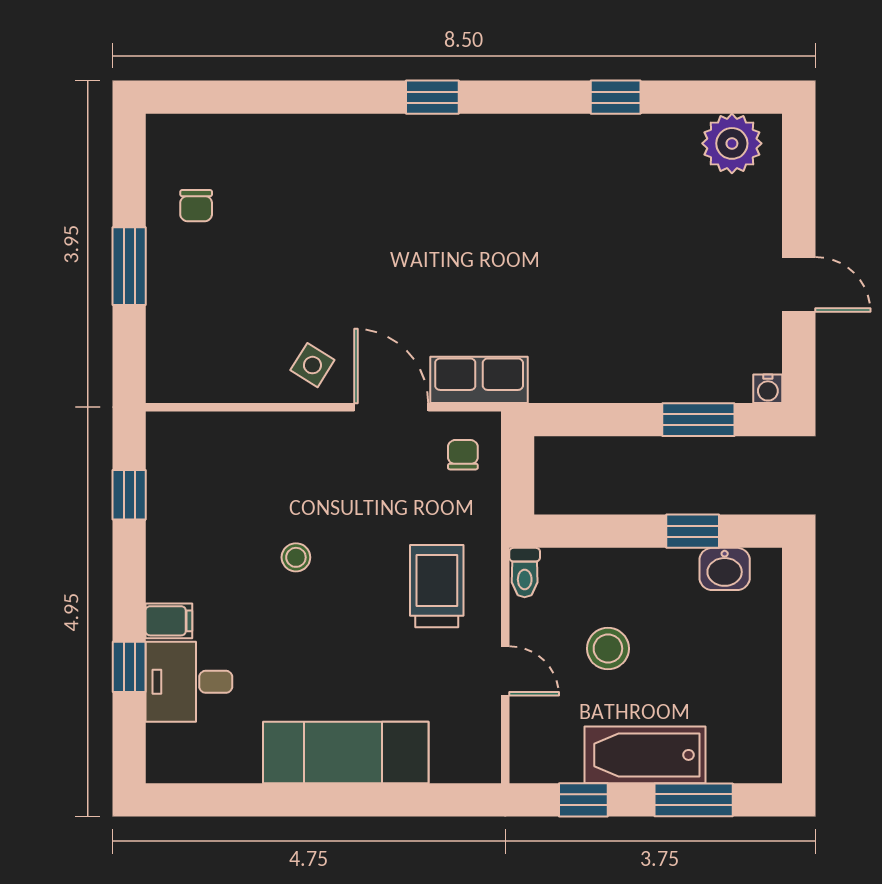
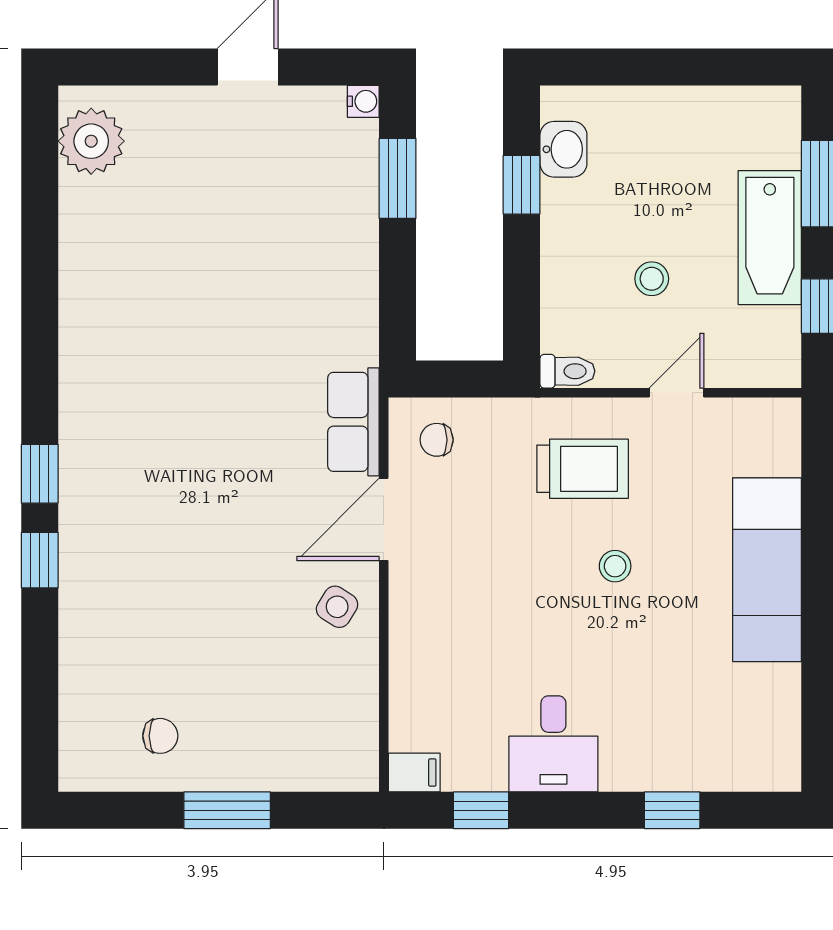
window: (616, 97) -> (40, 560), moved
stool: (296, 557) -> (615, 566), moved
trolley: (437, 586) -> (583, 469), turned 180
filing cabinet: (169, 621) -> (414, 772), moved, turned 90
stool: (608, 649) -> (652, 279), width x0.73, depth x0.73
desk: (189, 682) -> (553, 744), moved

